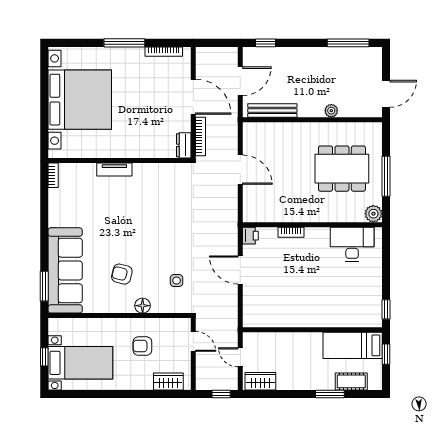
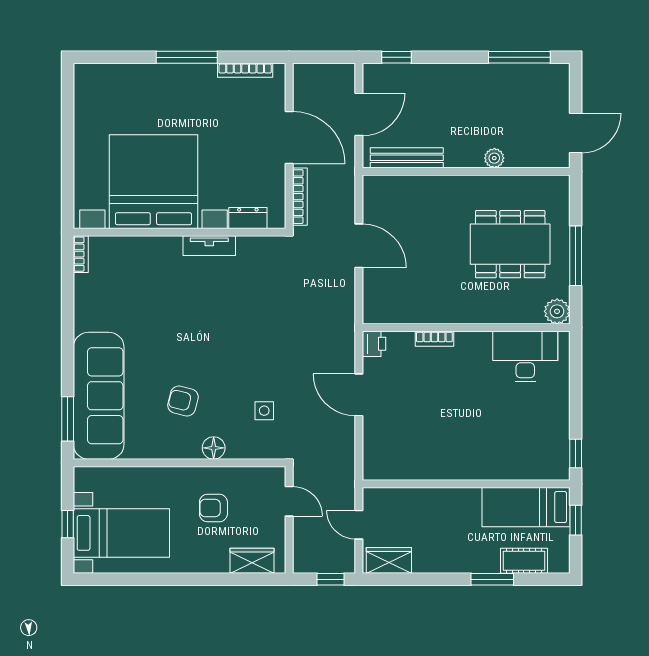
bed with nightstands: (80, 100) -> (153, 182), moved, turned -90
dresser: (184, 145) -> (248, 218), moved, turned 90
tv unit: (114, 169) -> (209, 246), moved

